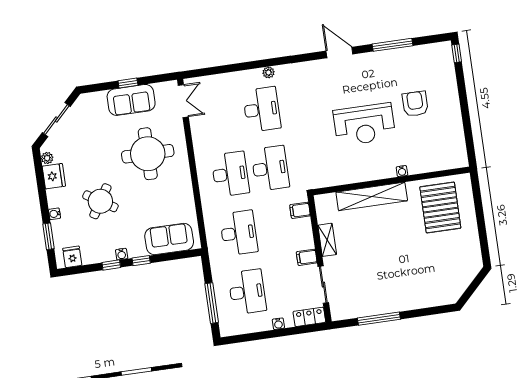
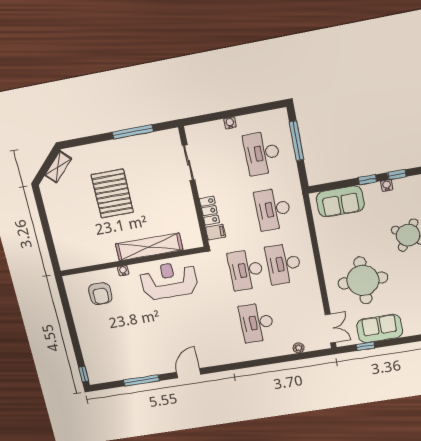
door: (339, 52) -> (189, 373), swing flipped
plant: (268, 72) -> (299, 348), moved
window: (128, 83) -> (365, 346), moved
double door: (183, 101) -> (330, 328), swing flipped
armchair: (415, 104) -> (100, 294), moved
reception desk: (364, 124) -> (169, 280), moved
pallet: (440, 207) -> (112, 193), moved
shelving: (327, 240) -> (58, 167), moved, turned 45
filing cabinet: (307, 257) -> (206, 188), removed
locker: (309, 317) -> (209, 211), moved, turned -90

